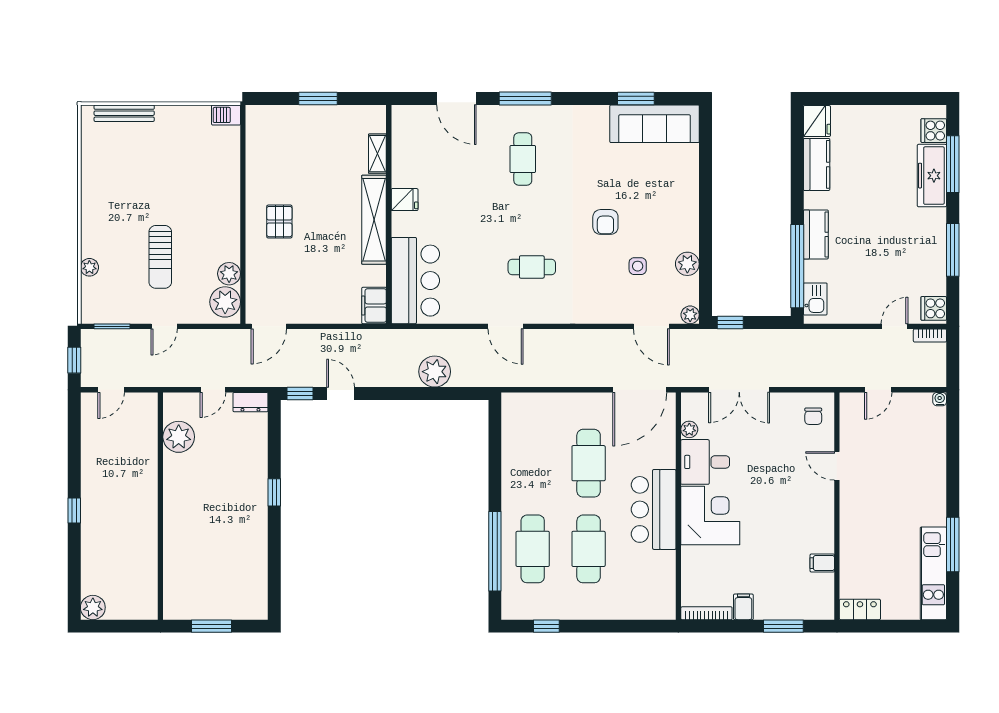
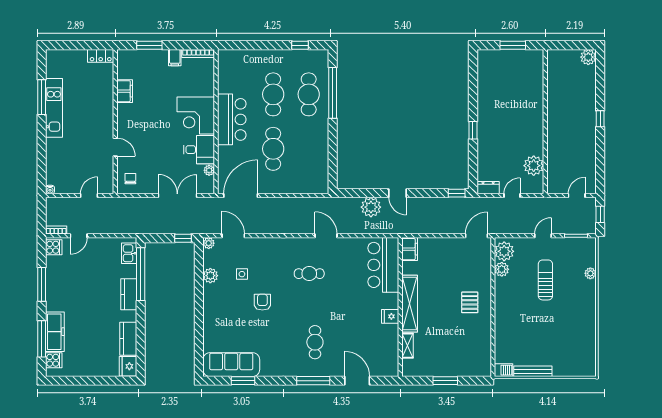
bench: (124, 113) -> (533, 371), moved
door: (341, 394) -> (398, 193), moved
filing cabinet: (822, 563) -> (125, 91), width x2.00
kitchen unit: (933, 573) -> (54, 108), moved

